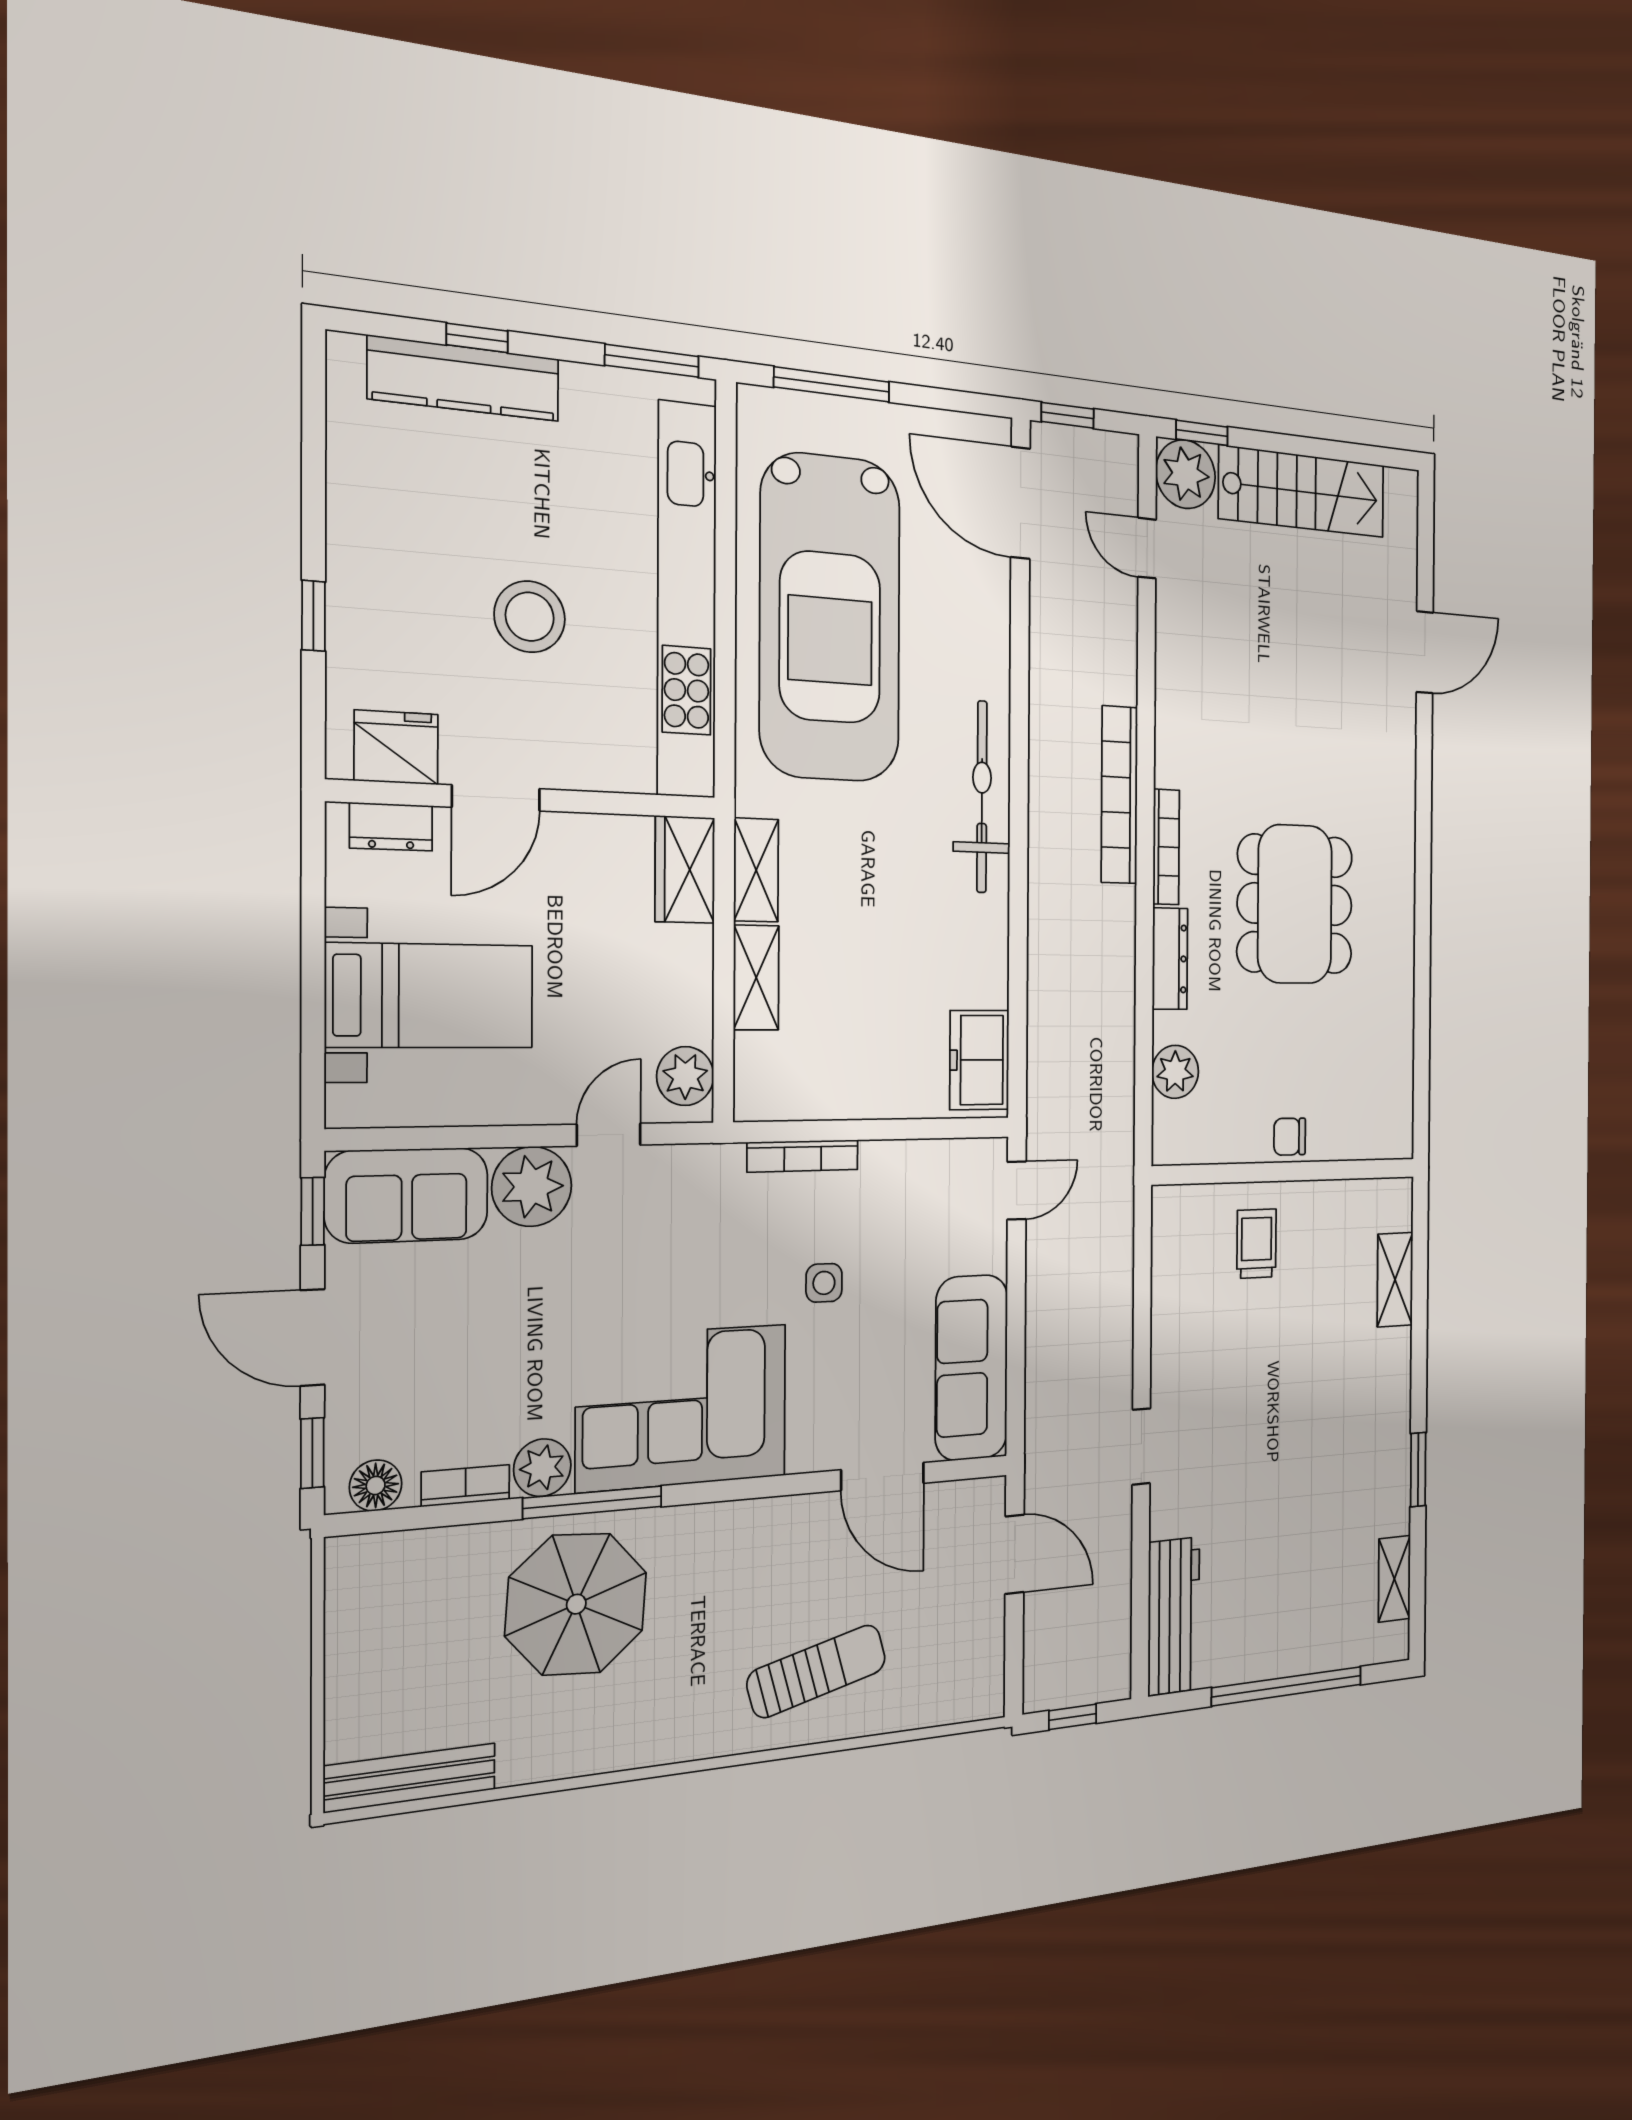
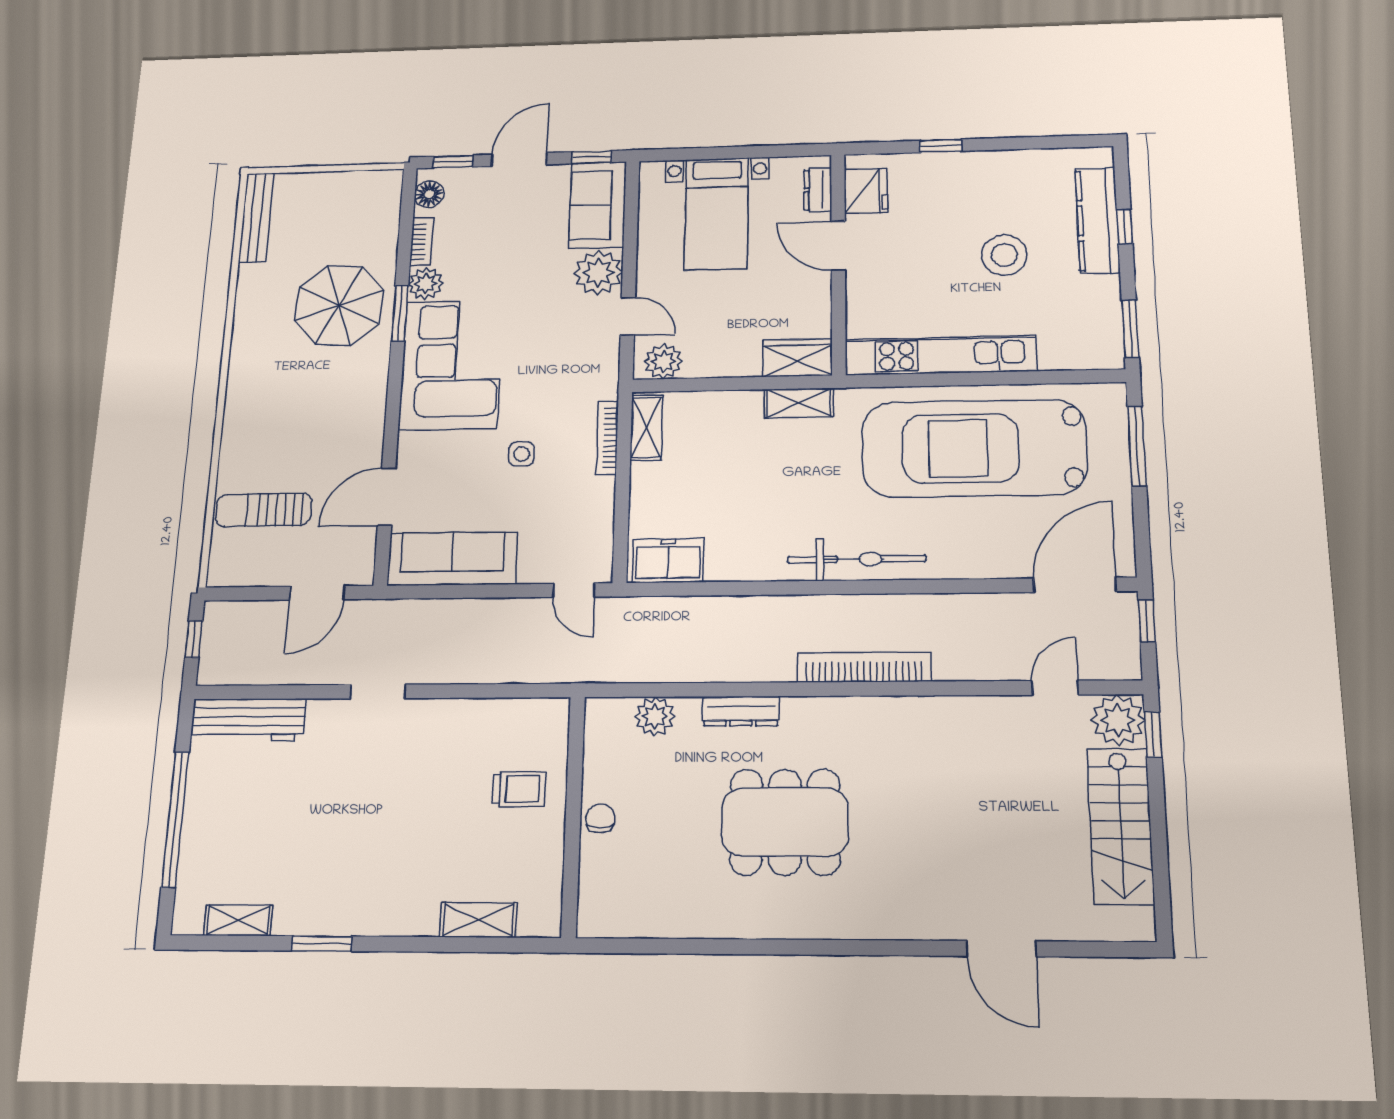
kitchen unit: (687, 600) -> (940, 355), width x0.73
stool: (530, 617) -> (1004, 255), moved
bookcase: (1166, 847) -> (826, 707), removed
shelving: (756, 978) -> (646, 428), moved, turned 90
window: (593, 1502) -> (400, 313), width x0.69
sun lounger: (817, 1671) -> (264, 510), moved, turned 105

